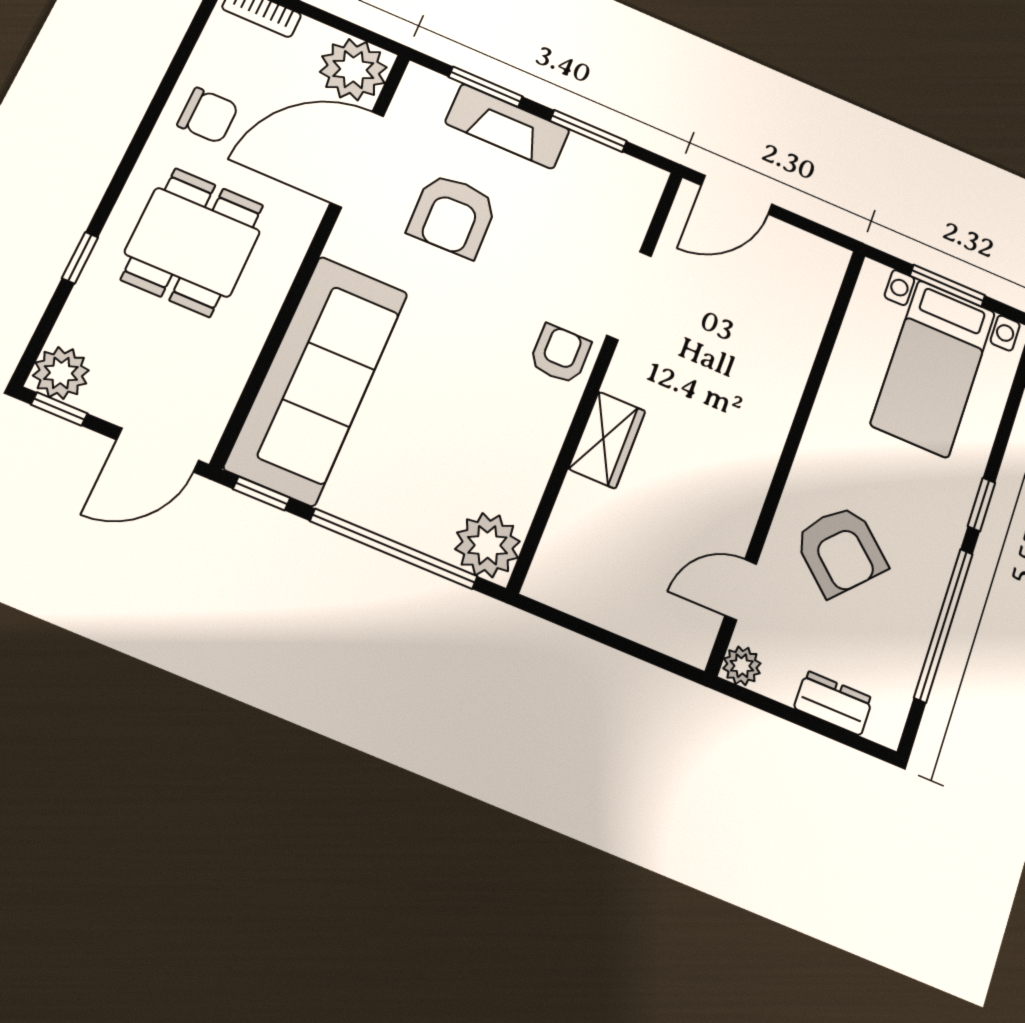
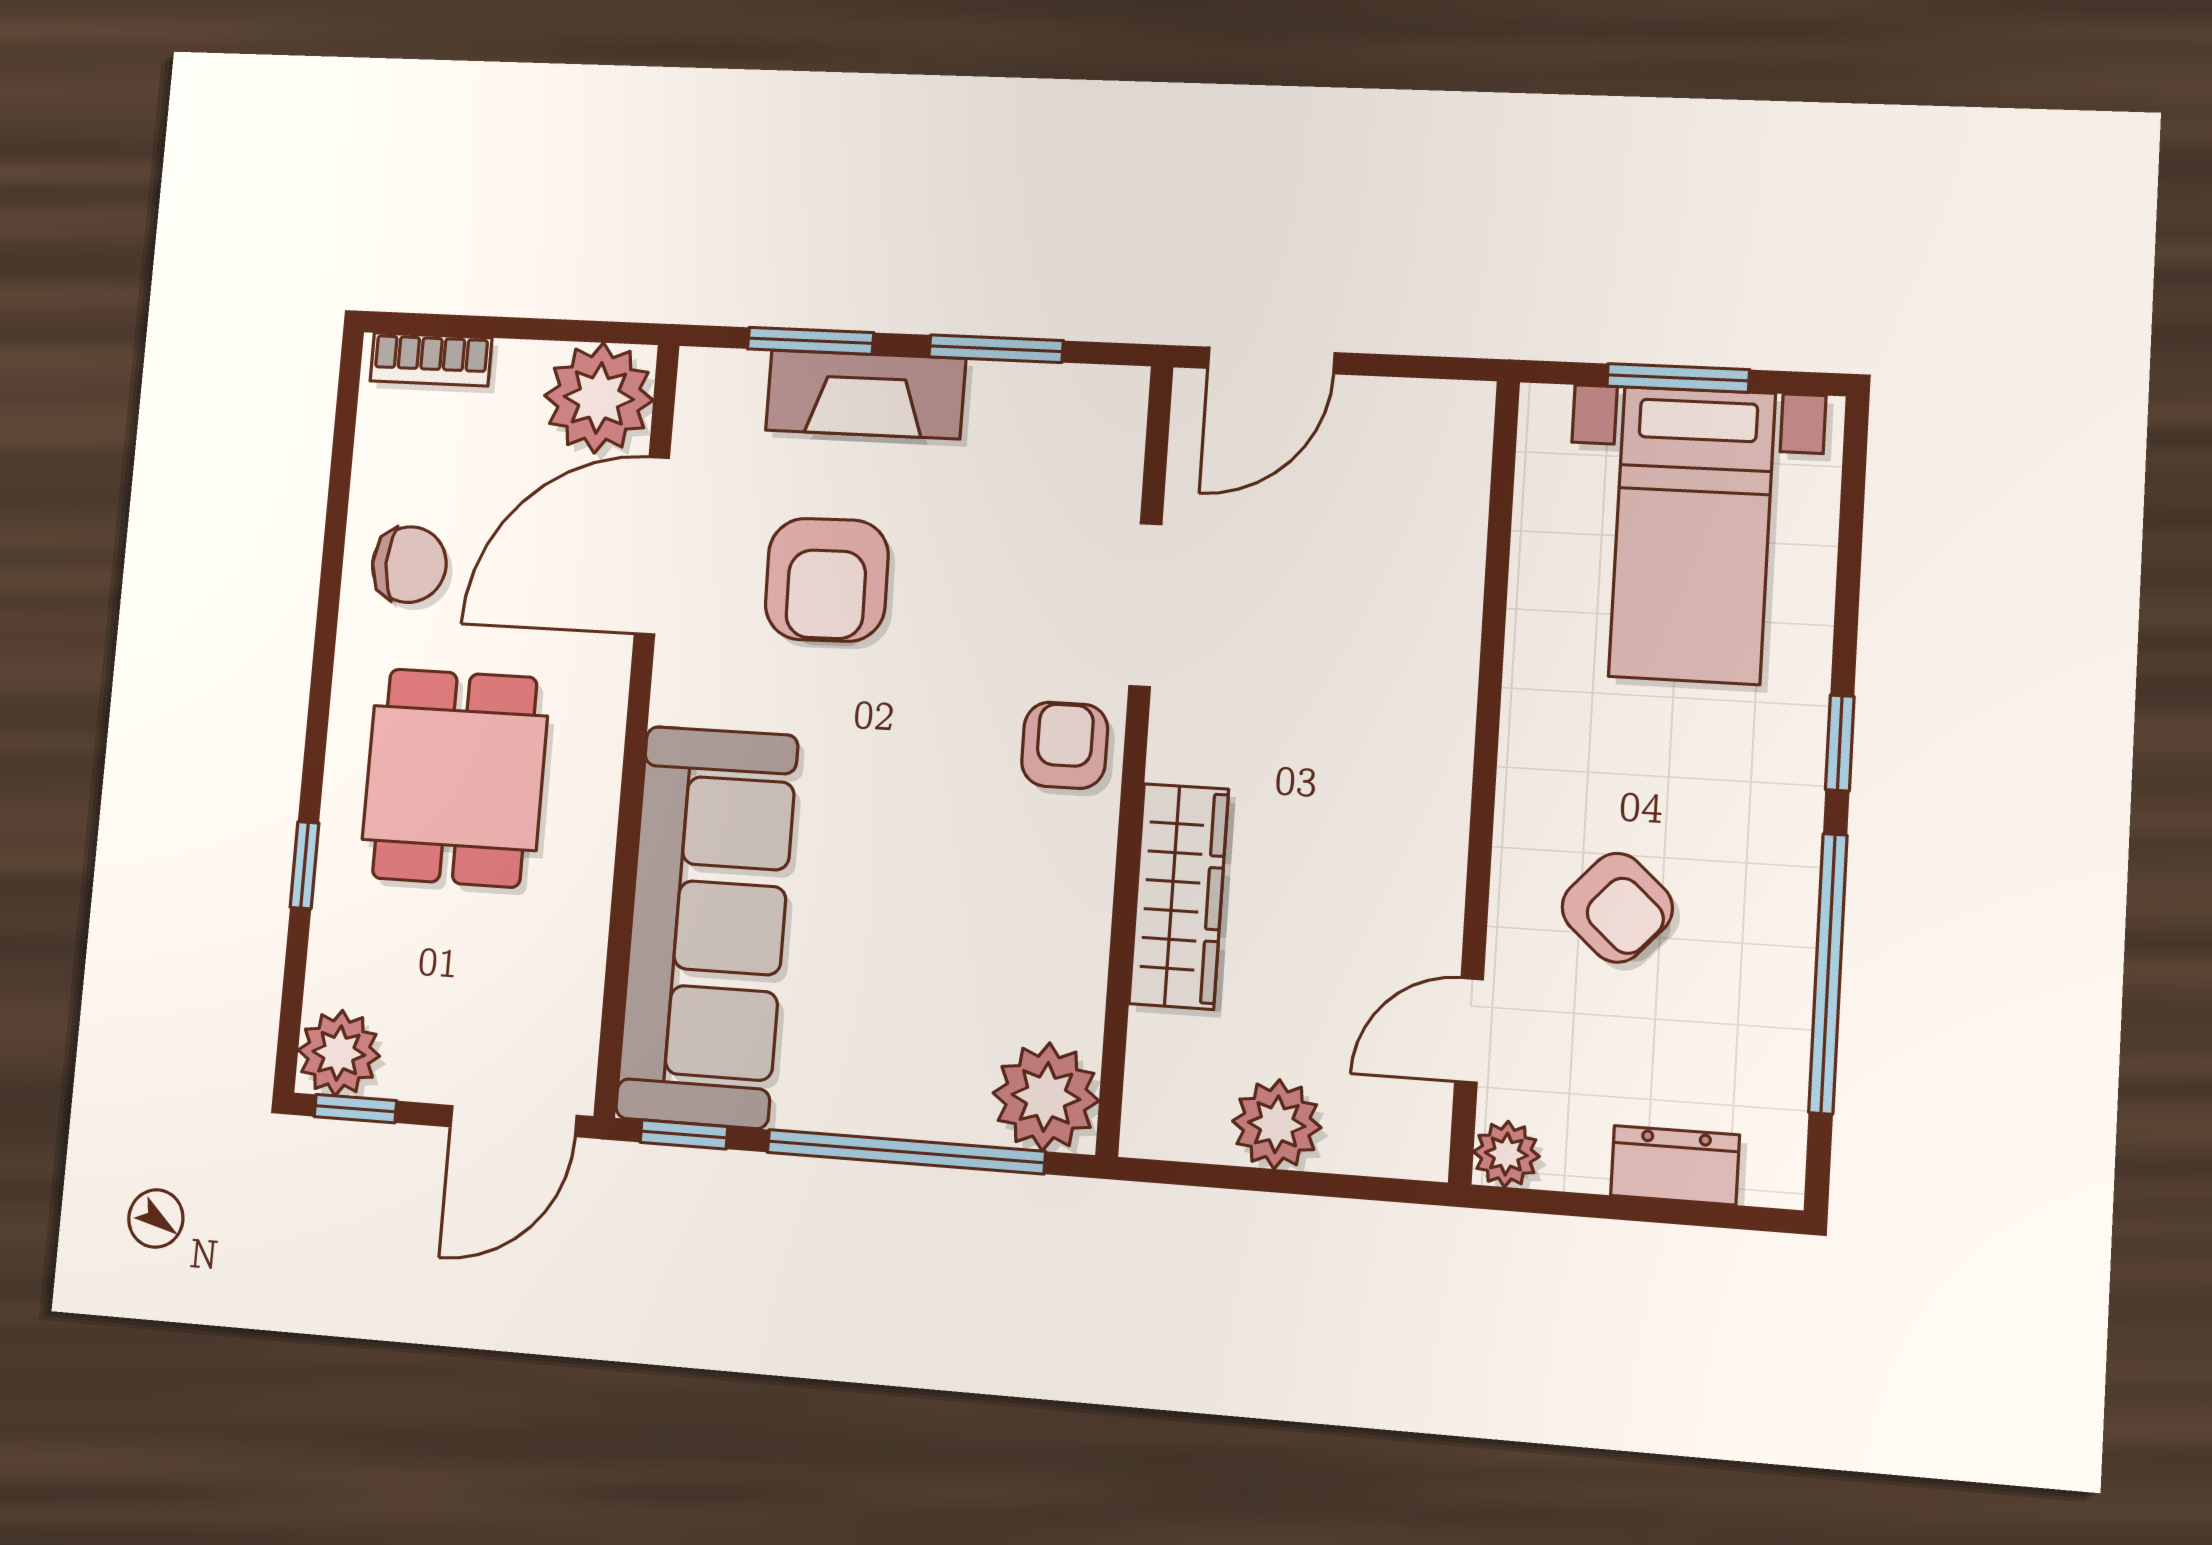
wardrobe: (607, 440) -> (1179, 896), width x1.50
armchair: (840, 551) -> (1617, 908), width x0.72, depth x0.72
plant: (617, 606) -> (1277, 1124), added

